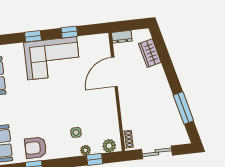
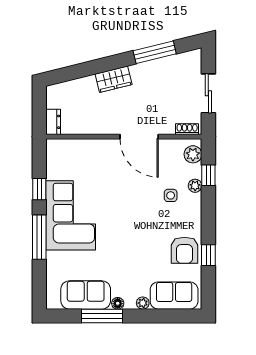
window: (33, 36) -> (39, 237), width x2.17
wardrobe: (150, 53) -> (114, 79), moved
door: (114, 72) -> (139, 137), moved

